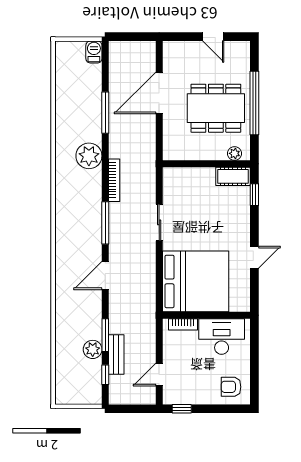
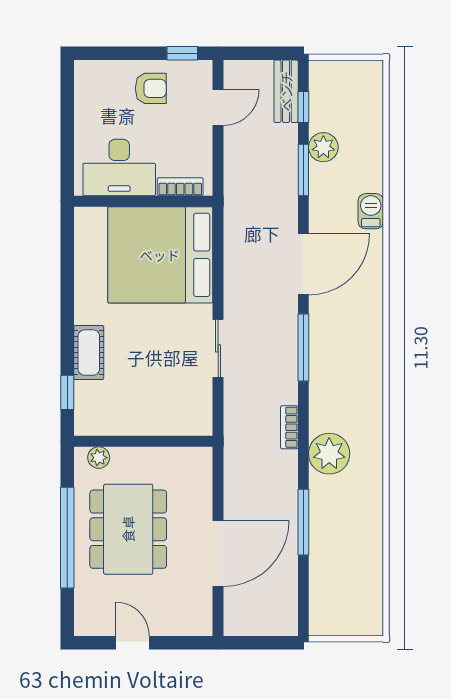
barbecue: (94, 52) -> (371, 211), moved, turned 180
dining table: (216, 108) -> (128, 529), turned 90
cot: (233, 176) -> (89, 353), moved, turned 90
bookcase: (114, 180) -> (289, 427), width x0.64
door: (254, 257) -> (67, 293), removed
door: (105, 275) -> (303, 264), width x1.36
bench: (116, 354) -> (286, 91), moved
armchair: (231, 387) -> (151, 88), moved

